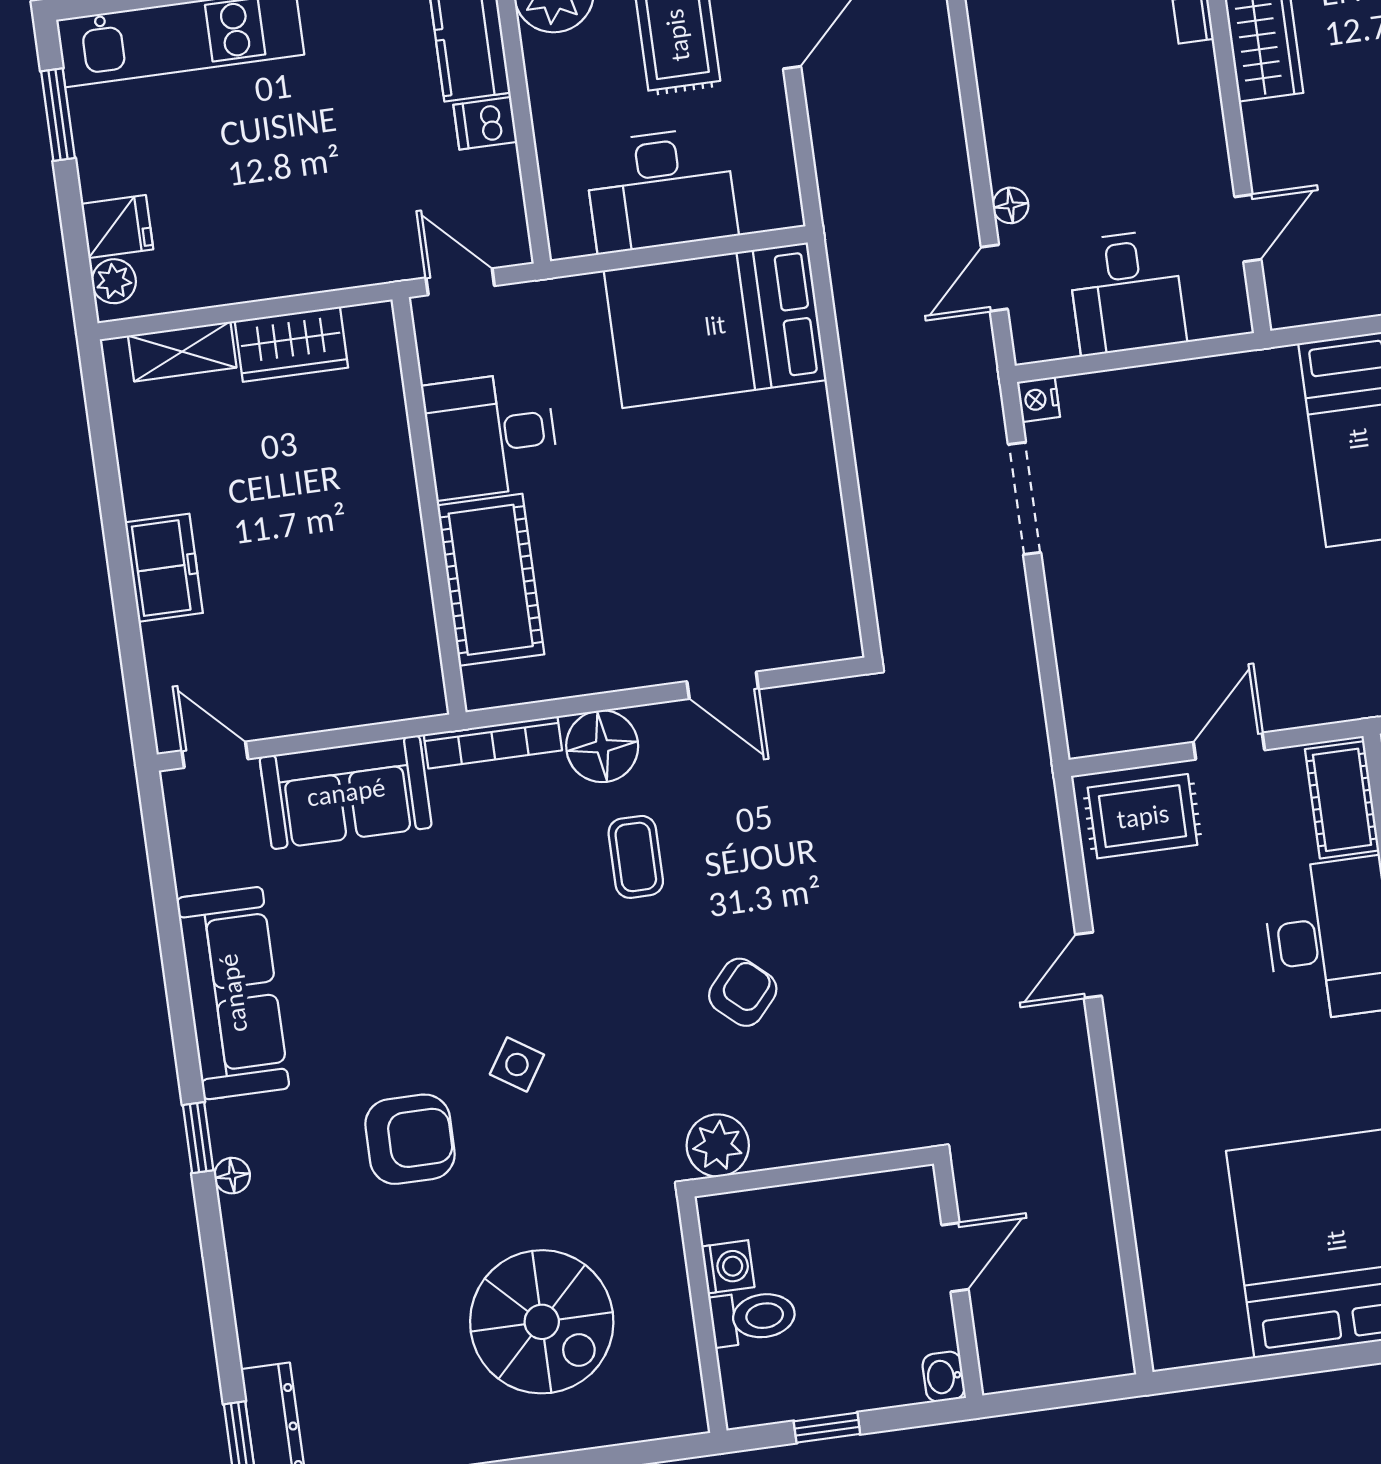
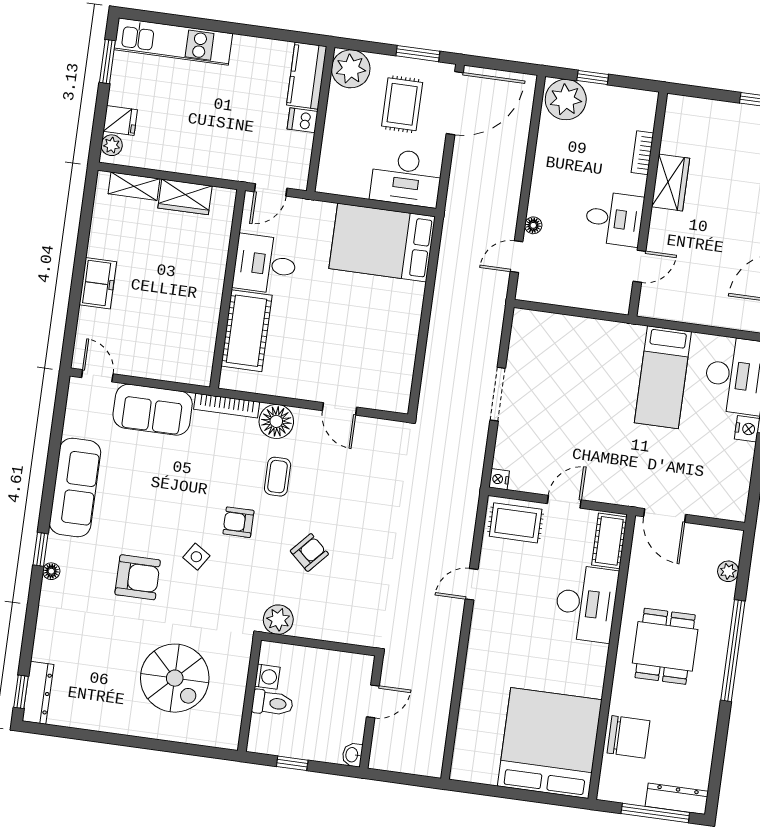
desk: (661, 190) -> (406, 178), moved
door: (460, 282) -> (271, 190), swing flipped
desk: (1126, 292) -> (614, 219), moved, turned -90
nightstand: (1038, 399) -> (499, 479), moved
doorway: (1025, 498) -> (498, 394), moved
armchair: (582, 971) -> (238, 522), added

